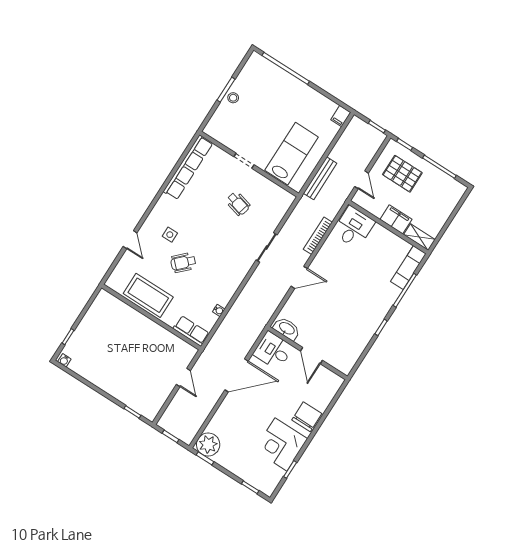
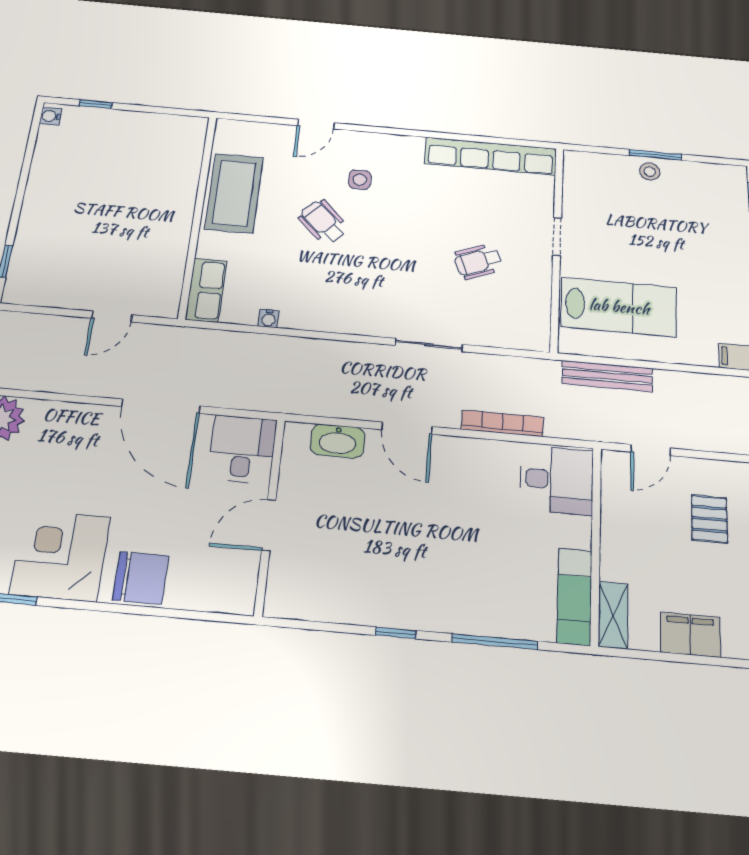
pallet: (402, 174) -> (709, 519), width x0.67, depth x0.71
wheelchair: (238, 204) -> (478, 261), turned 53
filing cabinet: (396, 219) -> (690, 635), moved, turned -90
exam couch: (408, 267) -> (575, 597), moved, turned -90
washbasin: (287, 329) -> (338, 441), moved, turned 90

